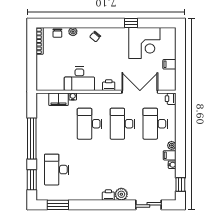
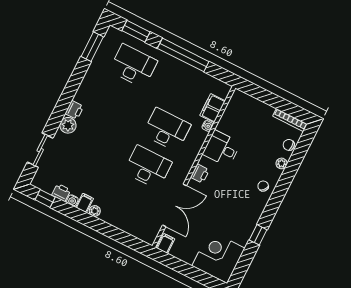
corner desk: (144, 43) -> (218, 257), moved, turned 90
filing cabinet: (169, 64) -> (166, 243), moved
desk: (79, 79) -> (222, 148), width x0.73
printer: (171, 99) -> (61, 193), moved
desk: (155, 124) -> (129, 205), removed

